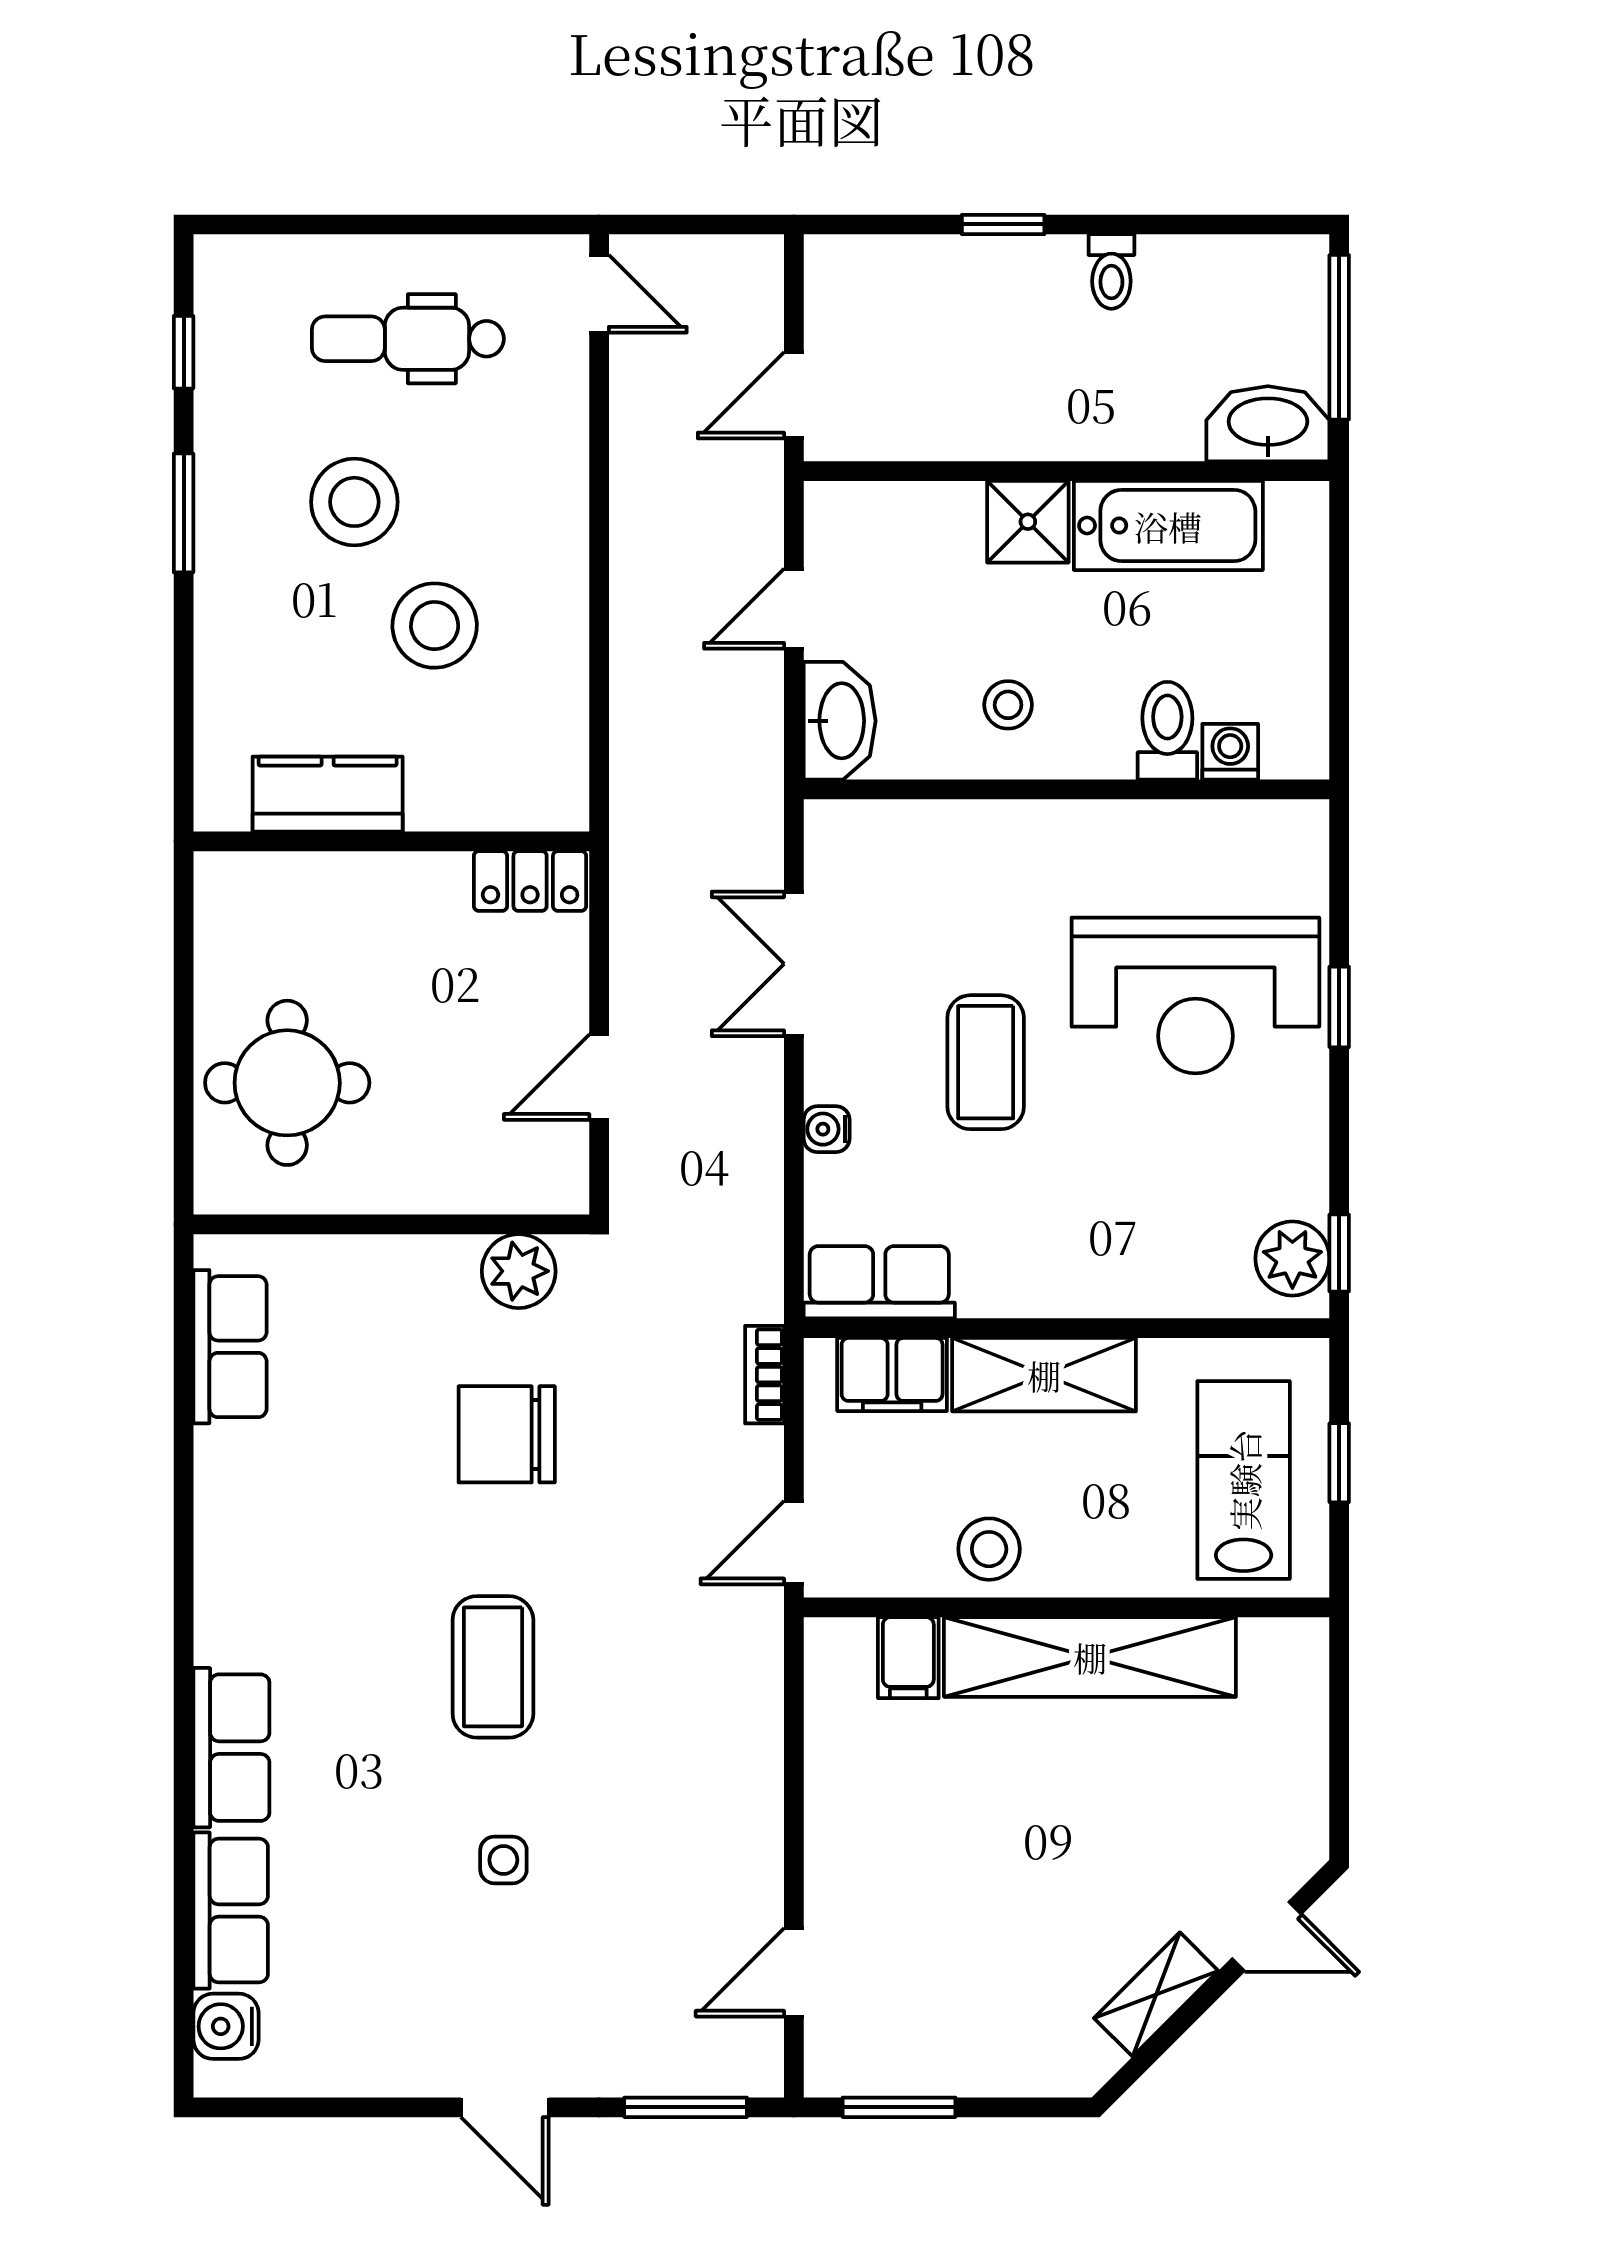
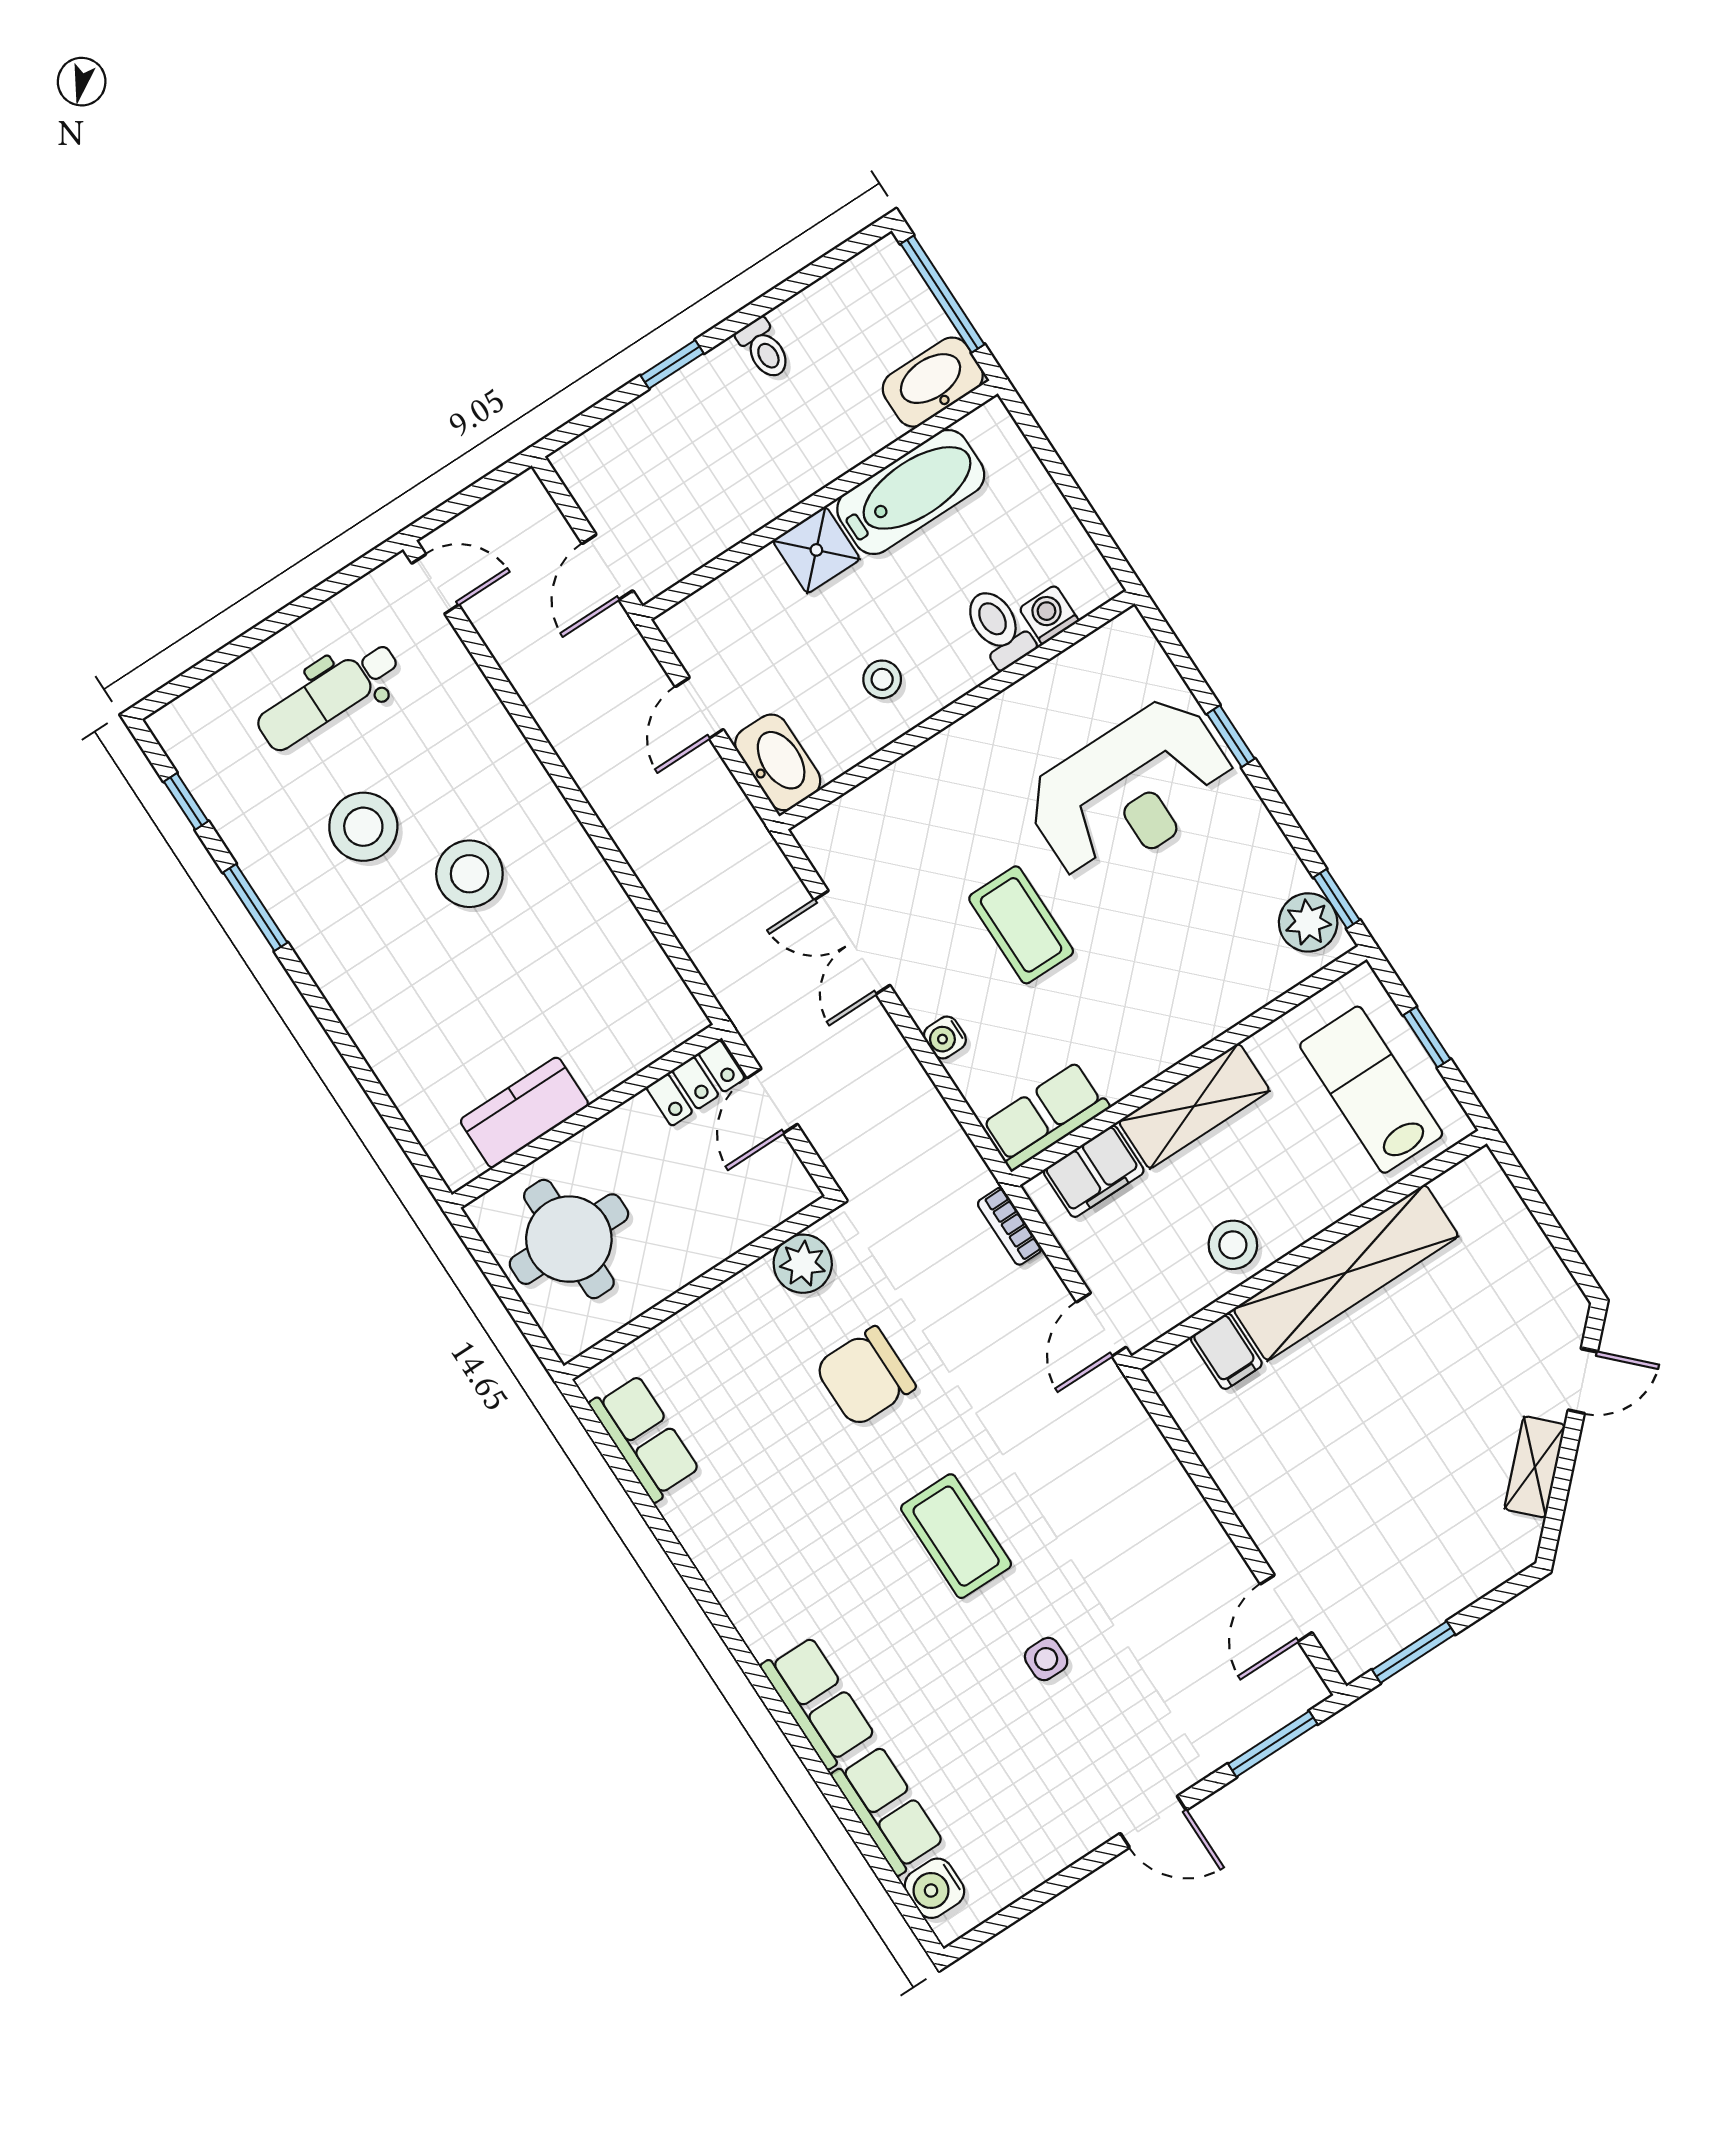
kitchen counter: (328, 794) -> (524, 1113), moved
wall: (391, 841) -> (587, 1116), moved
locker: (530, 881) -> (695, 1083), moved

